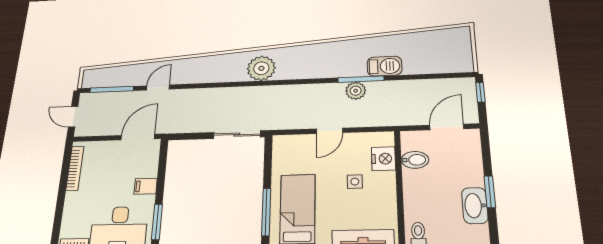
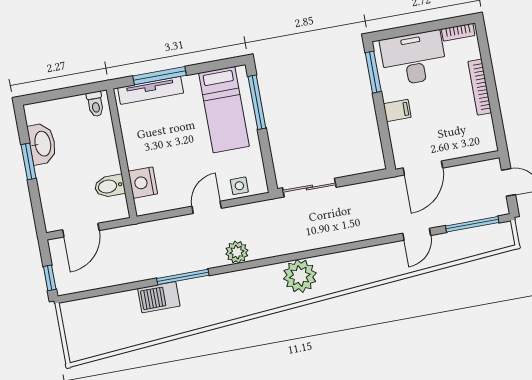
plant: (356, 91) -> (237, 252), moved
bookcase: (75, 168) -> (480, 87), moved
side table: (355, 182) -> (239, 186), moved

